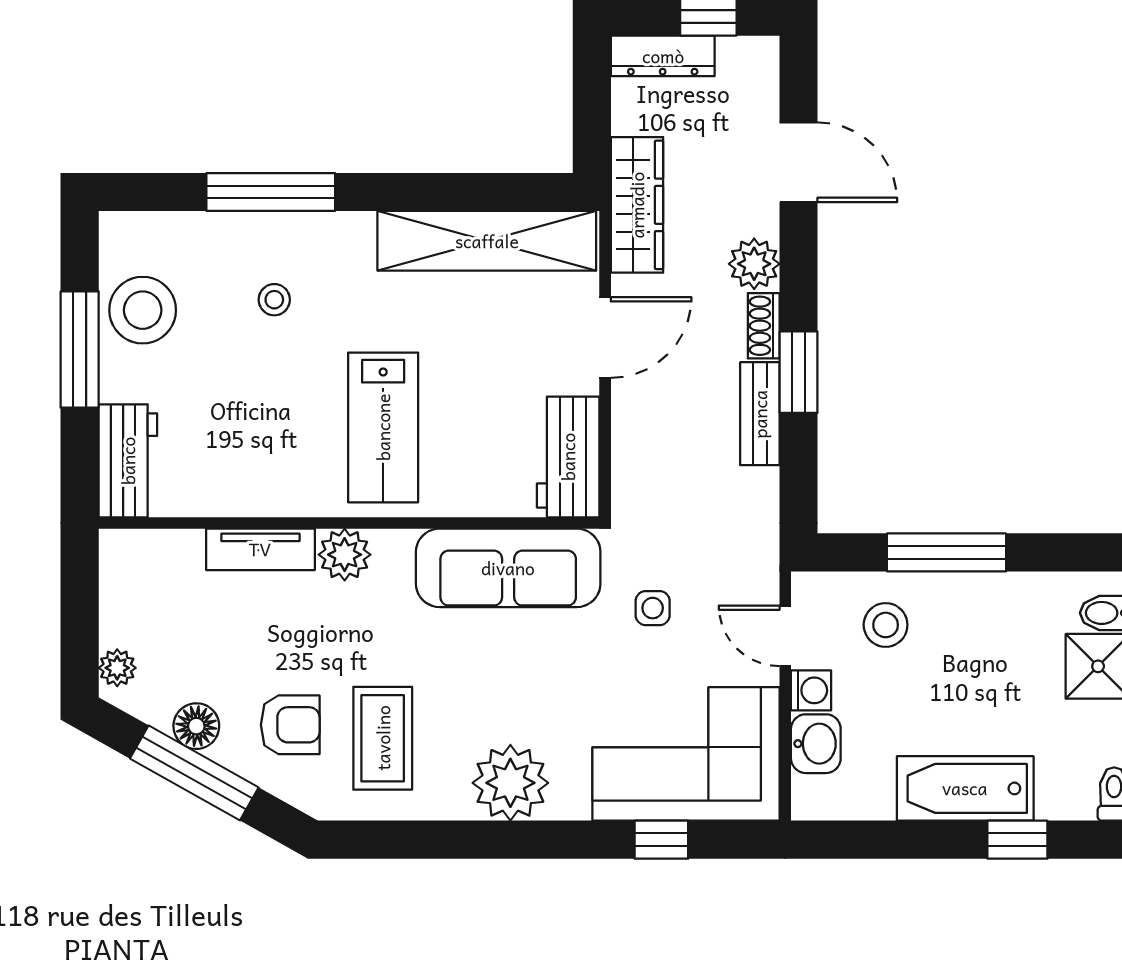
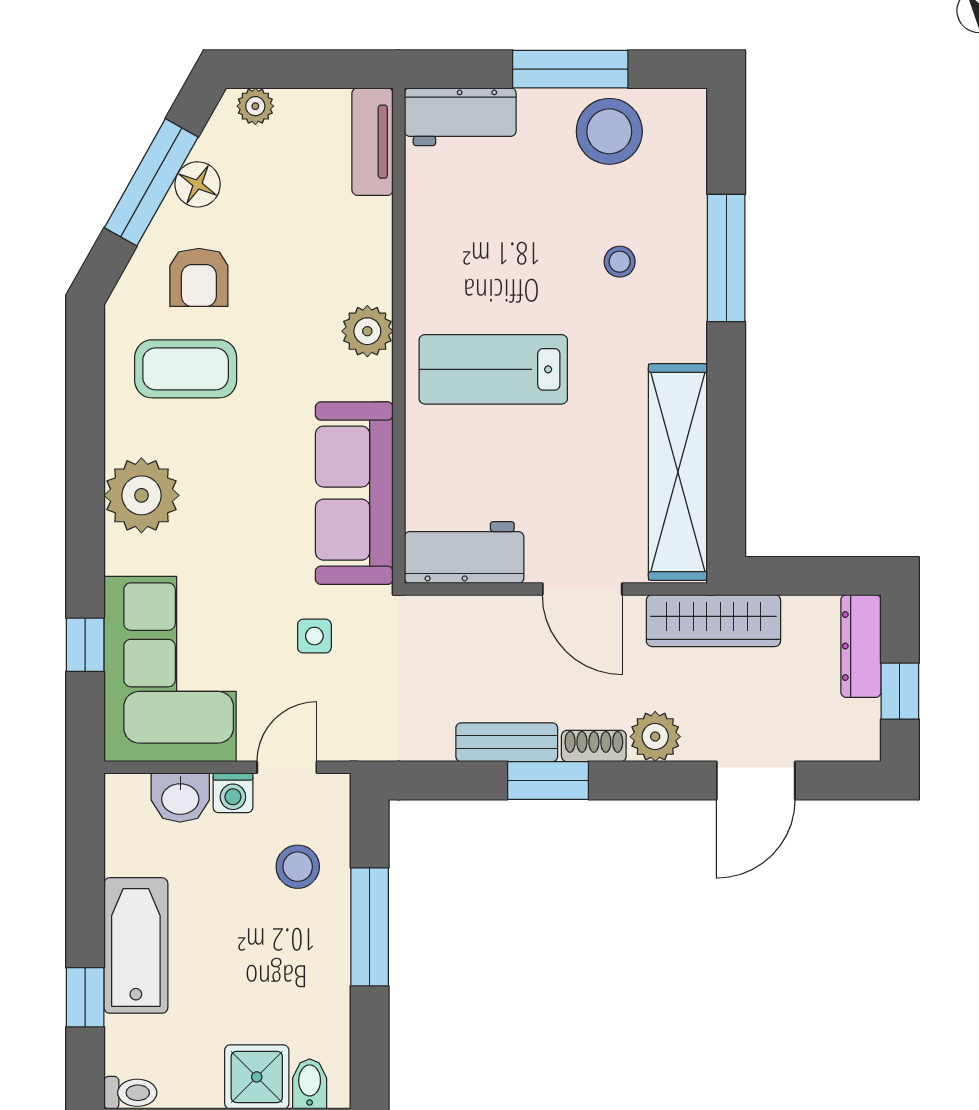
tv unit: (260, 549) -> (372, 142), moved

